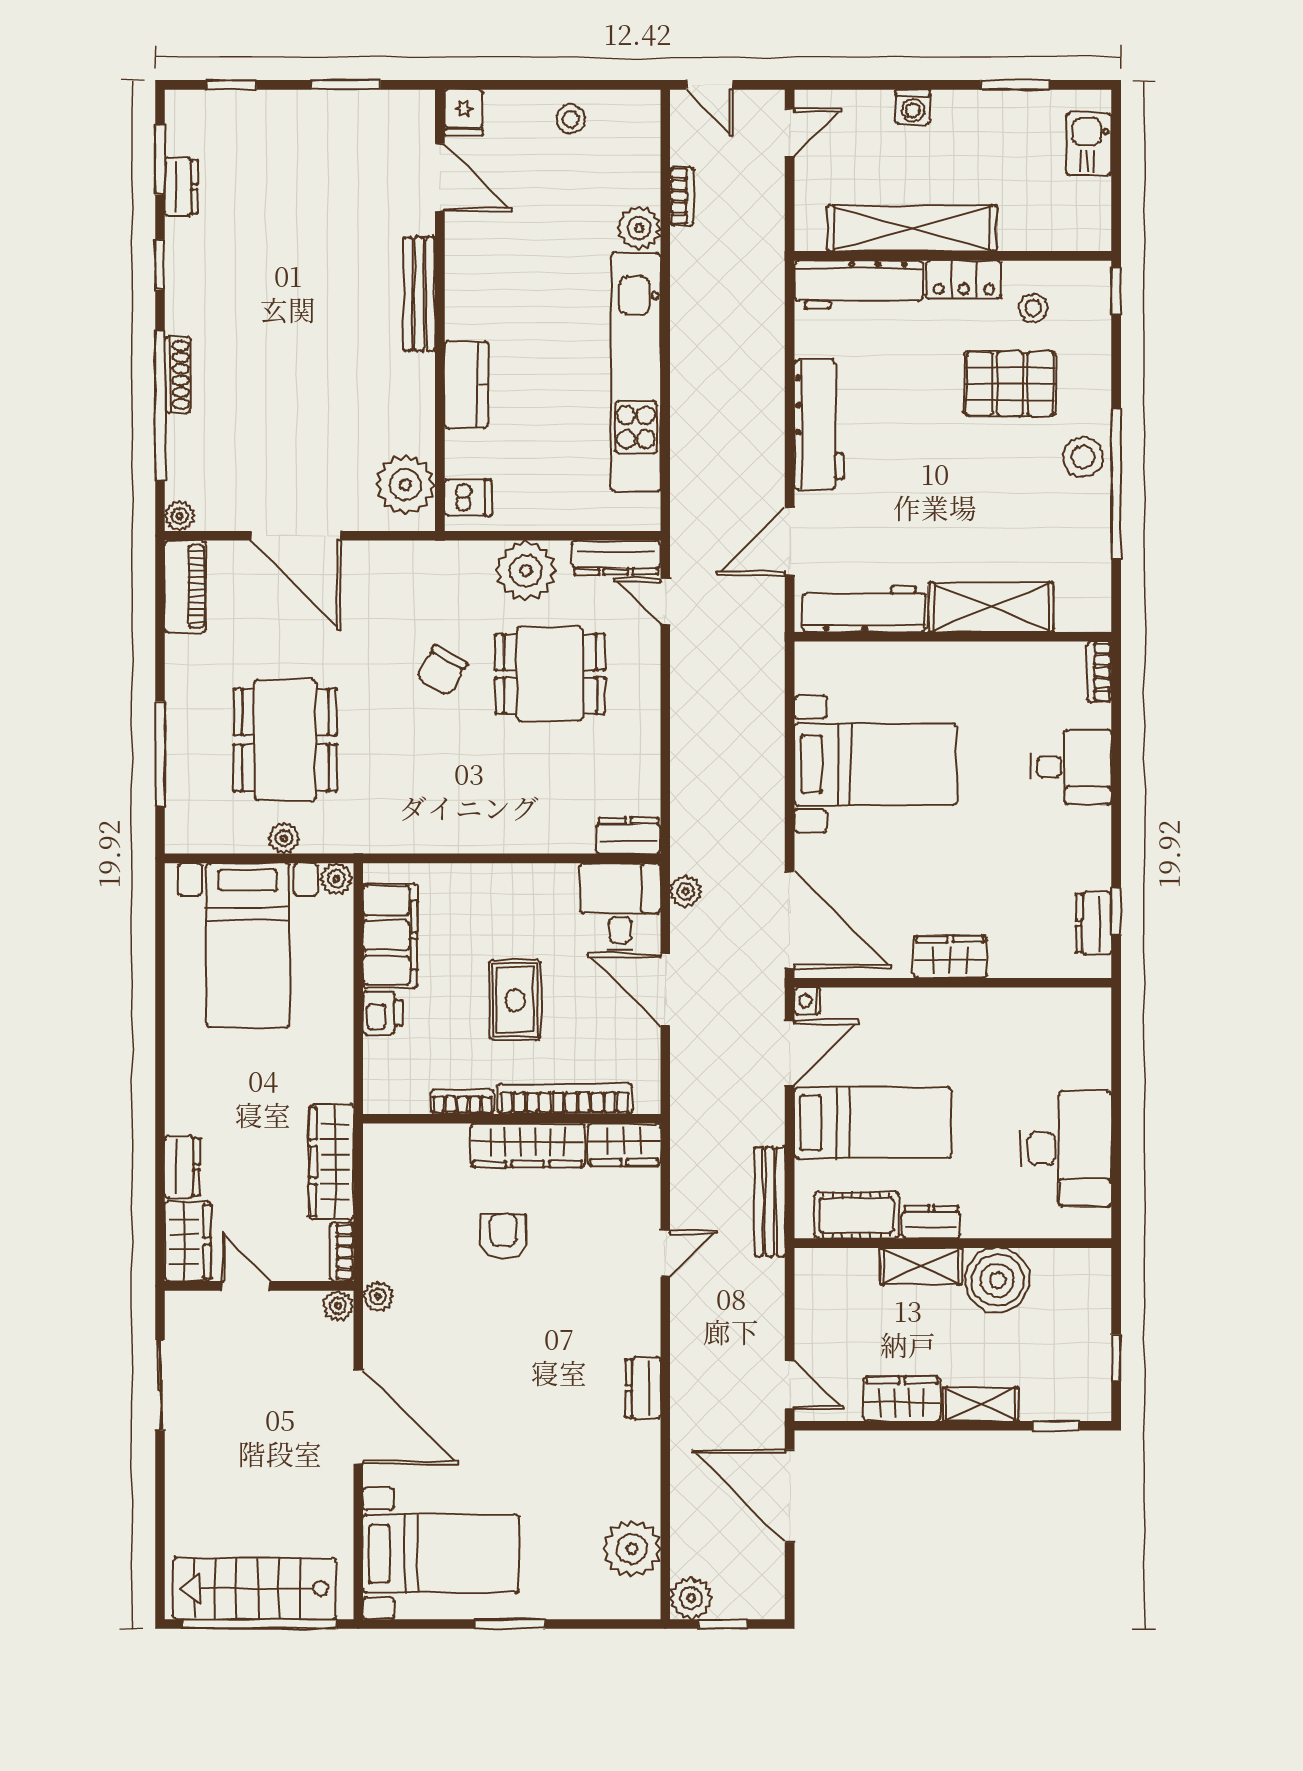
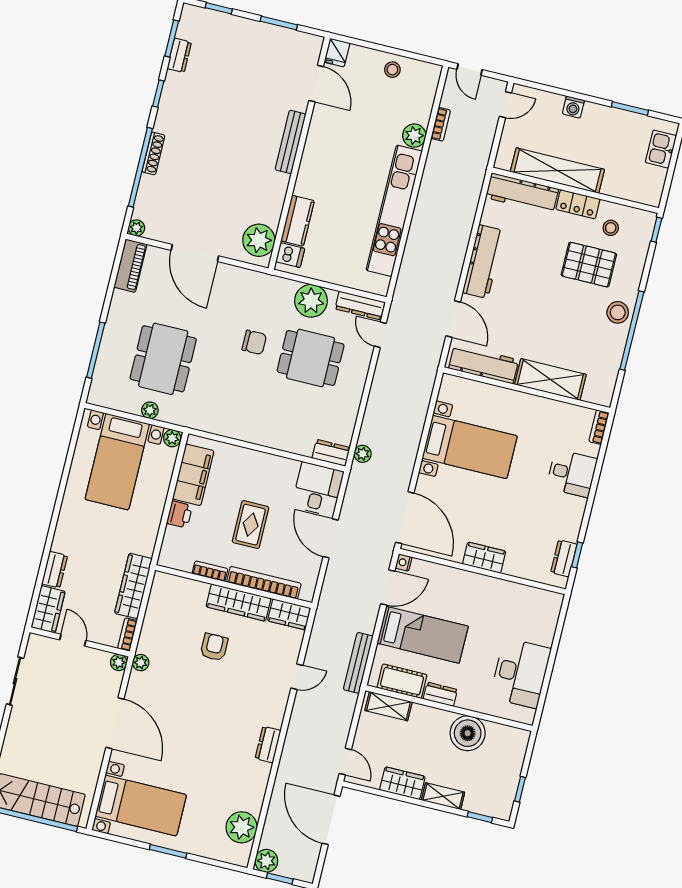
kitchen counter: (466, 384) -> (297, 221), moved
door: (790, 541) -> (453, 319), swing flipped
chair: (442, 670) -> (254, 342), turned -120
plant: (686, 891) -> (363, 454), moved
shelving: (921, 1266) -> (389, 706), moved

